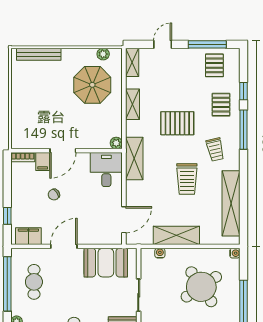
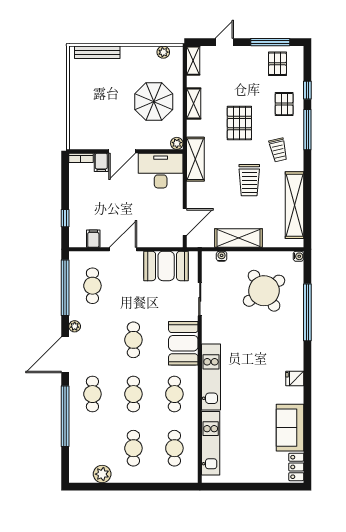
parasol: (92, 85) -> (154, 102), moved
pallet: (177, 123) -> (239, 123), turned 90
desk: (106, 170) -> (161, 171), width x1.37
chair: (54, 195) -> (113, 196), removed
filing cabinet: (28, 236) -> (93, 239), width x0.50

